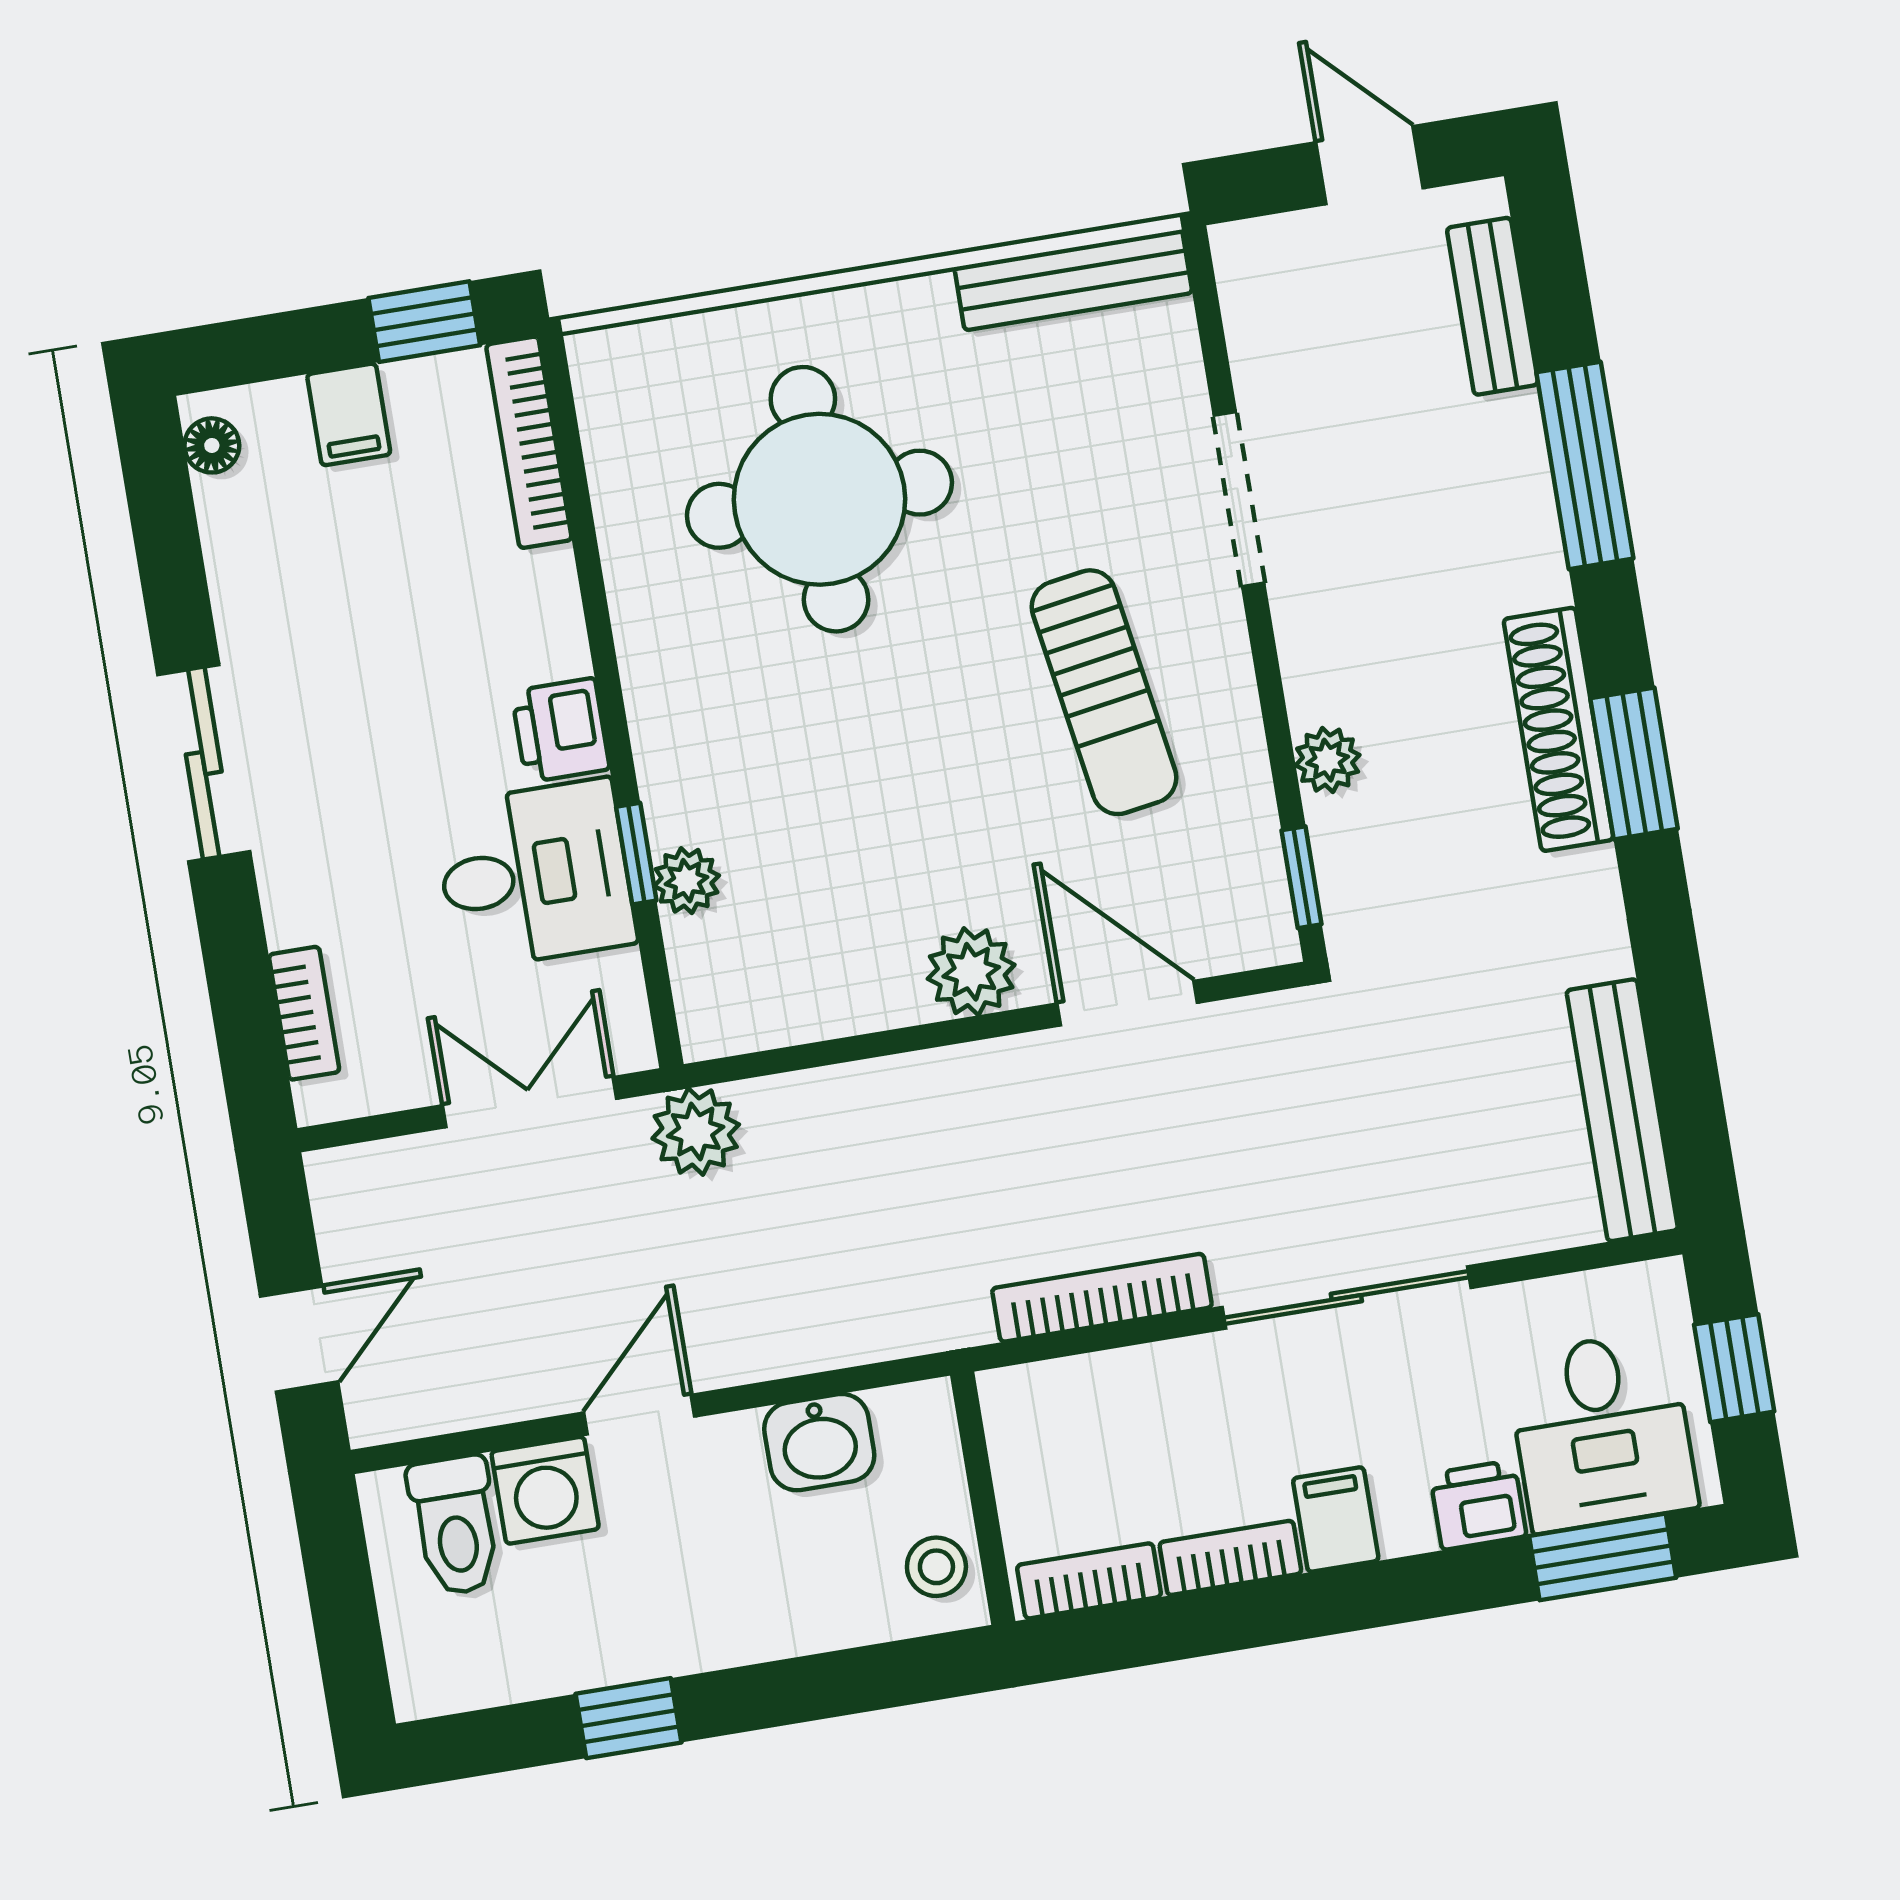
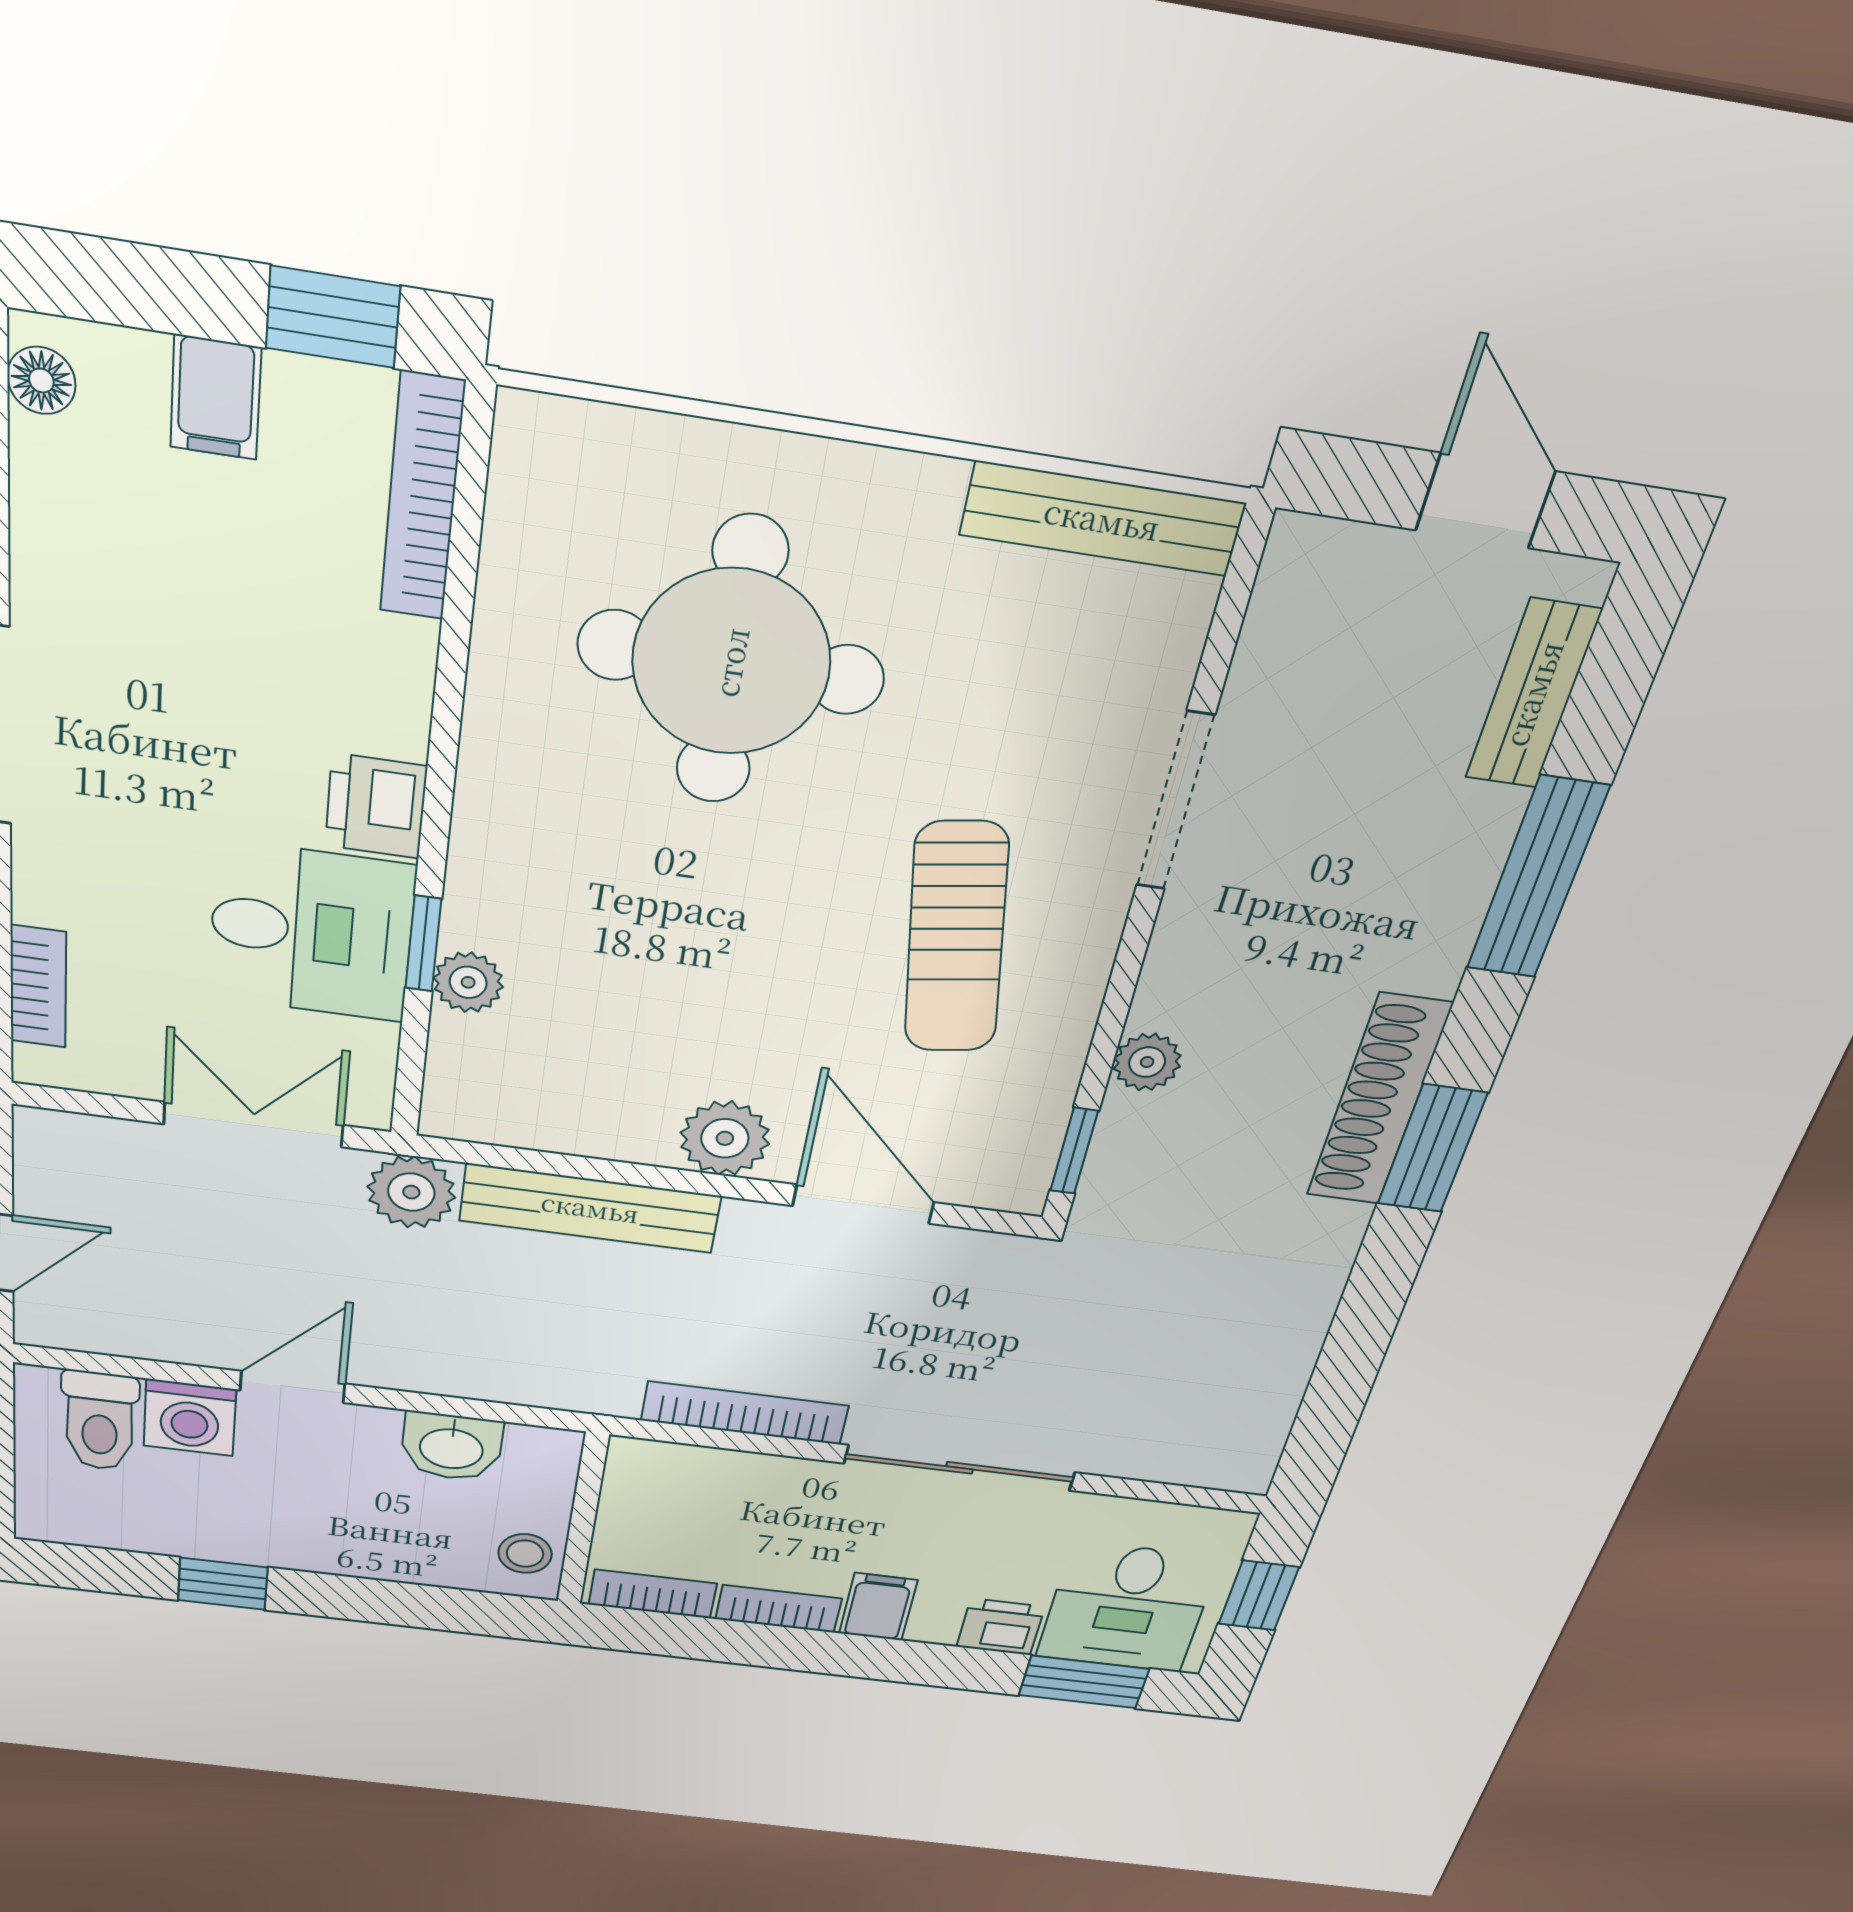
bench: (1622, 1110) -> (590, 1208), moved, turned 90

